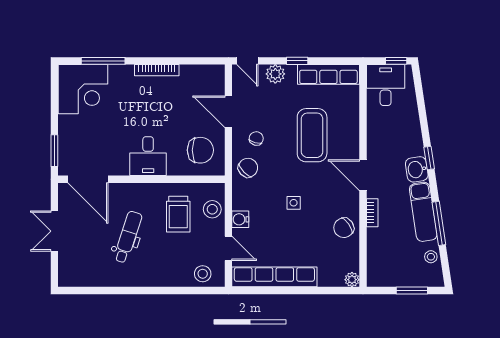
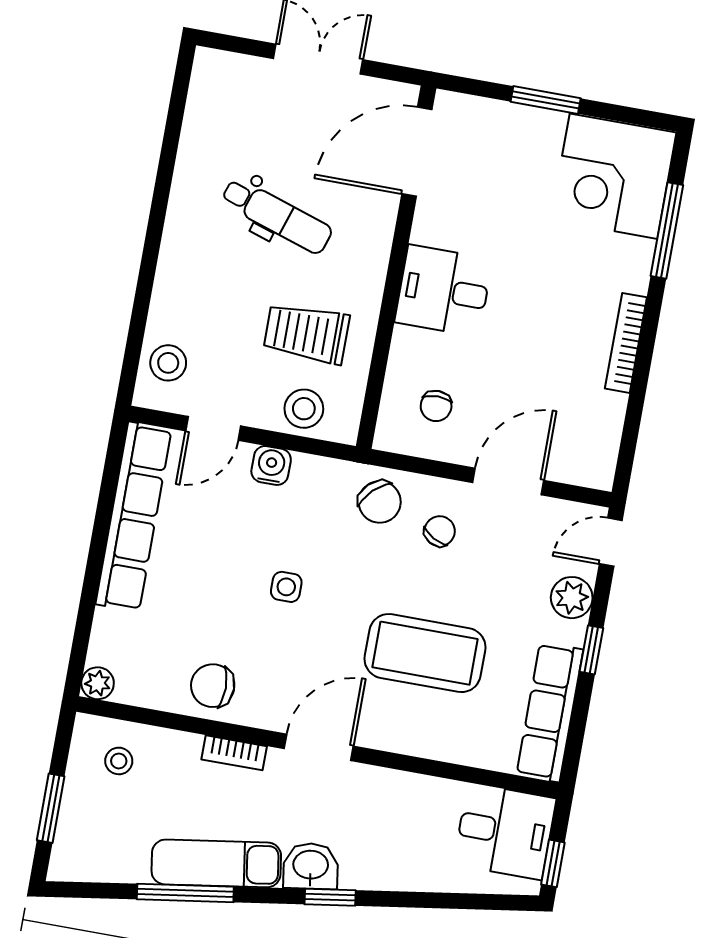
chair: (256, 138) -> (440, 531), turned -77
chair: (200, 150) -> (436, 406), width x0.54, depth x0.54
window: (54, 151) -> (546, 100), moved
chair: (344, 228) -> (213, 686), turned -55
stool: (431, 257) -> (119, 761), moved

